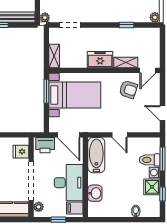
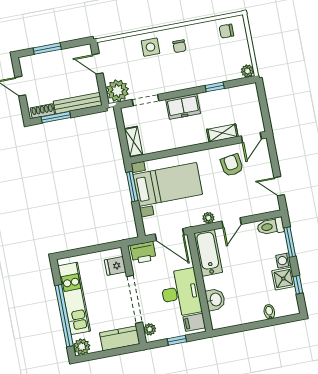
plant: (45, 18) -> (117, 91), width x1.88, depth x1.88
freezer: (100, 60) -> (183, 107), moved, turned 180
armchair: (128, 89) -> (232, 165), turned -118
plant: (102, 128) -> (208, 218), added
door: (119, 135) -> (232, 223), hinge flipped
toilet: (150, 160) -> (271, 226), moved

